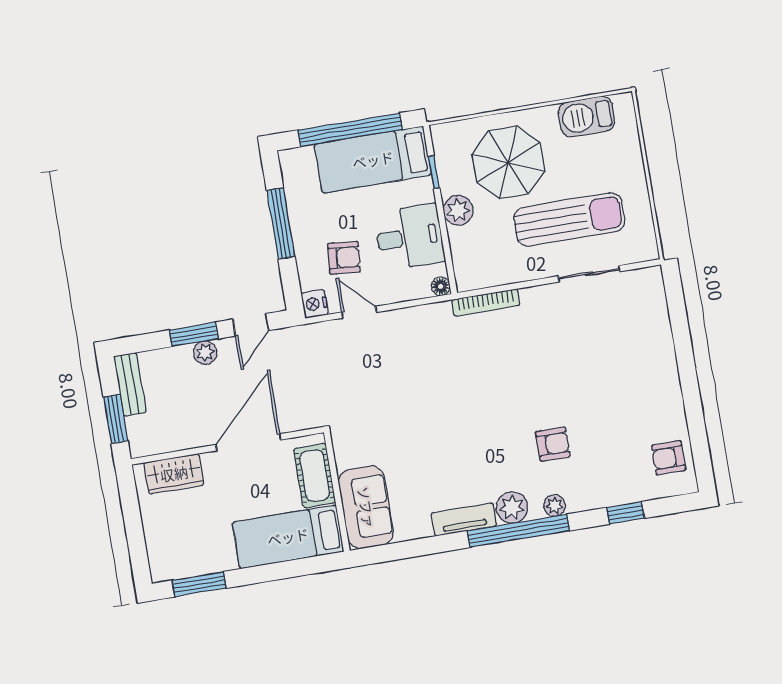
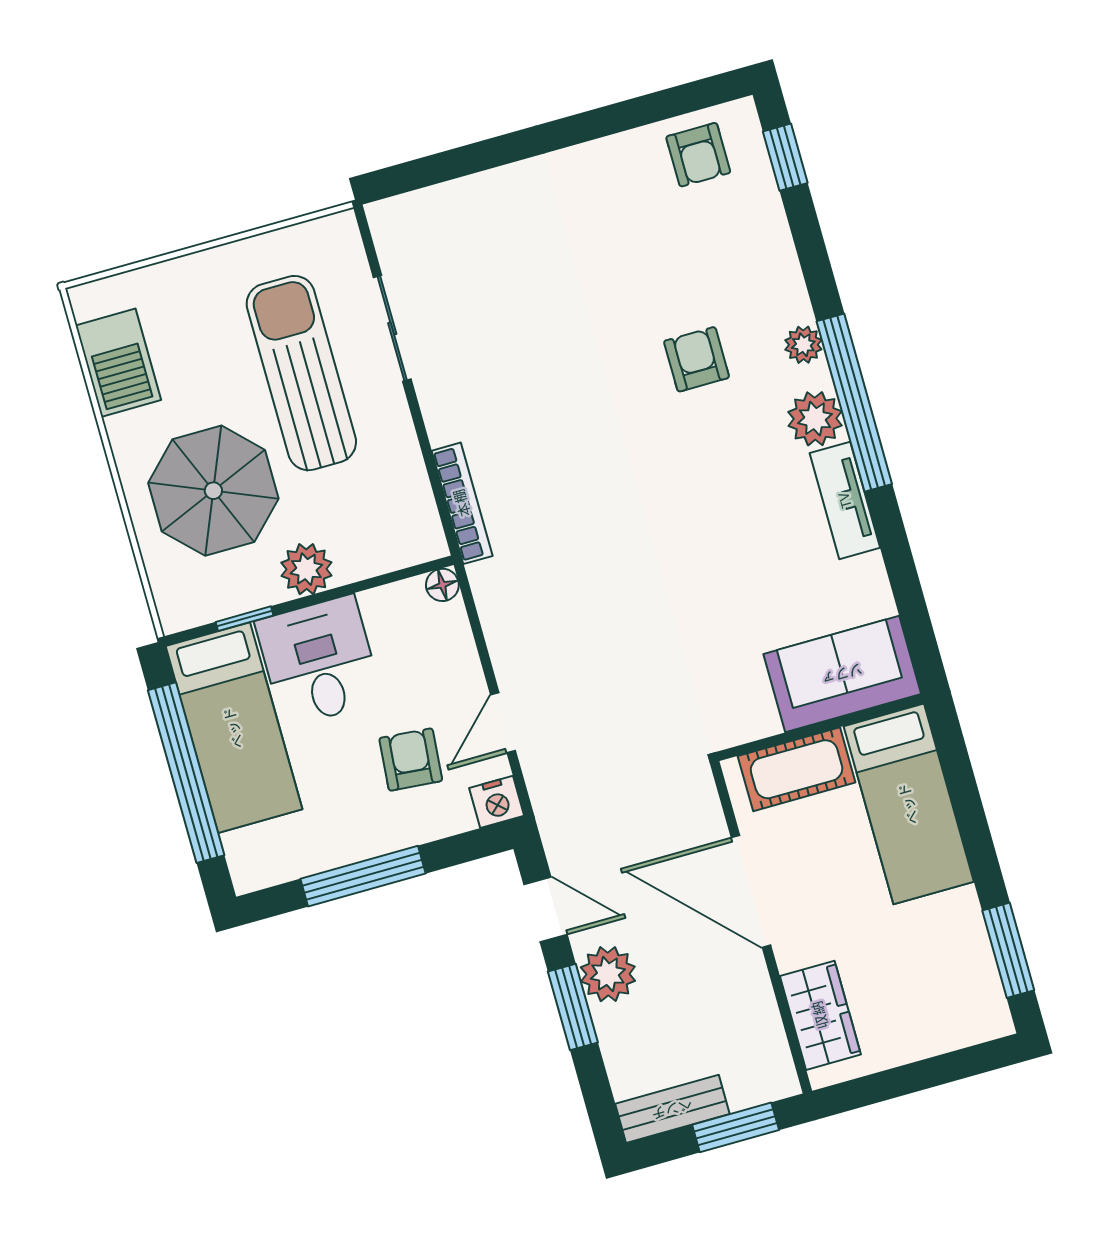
desk: (409, 237) -> (319, 661), moved
plant: (205, 353) -> (608, 974), width x1.38, depth x1.38
window: (626, 513) -> (785, 157), moved

